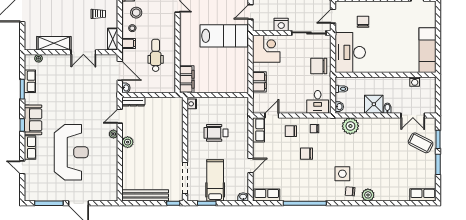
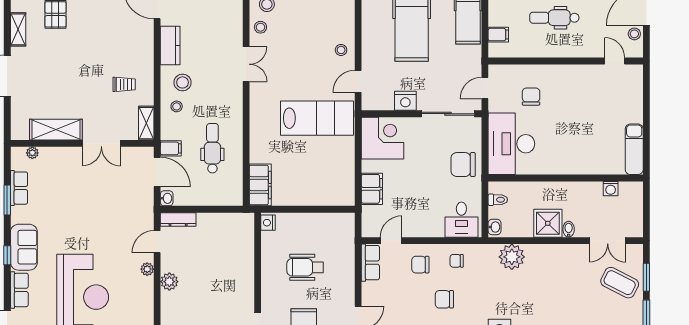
filing cabinet: (129, 43) -> (171, 148), moved
exam couch: (427, 50) -> (634, 149), width x0.73, depth x0.69

